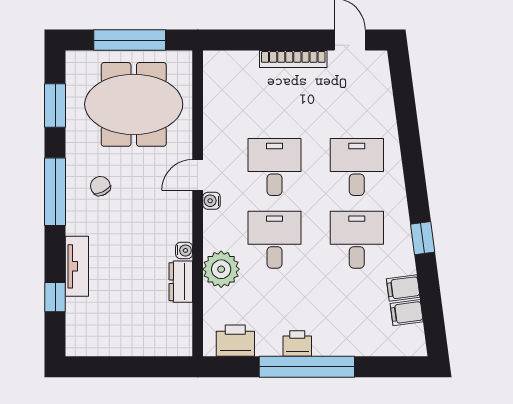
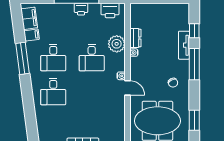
desk: (274, 167) -> (92, 92), removed
door: (198, 175) -> (128, 88), hinge flipped
window: (55, 192) -> (194, 64), moved
window: (423, 238) -> (23, 58), width x2.17
filing cabinet: (407, 313) -> (29, 18), width x2.00

